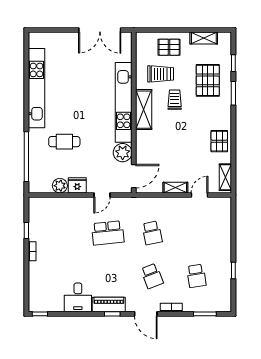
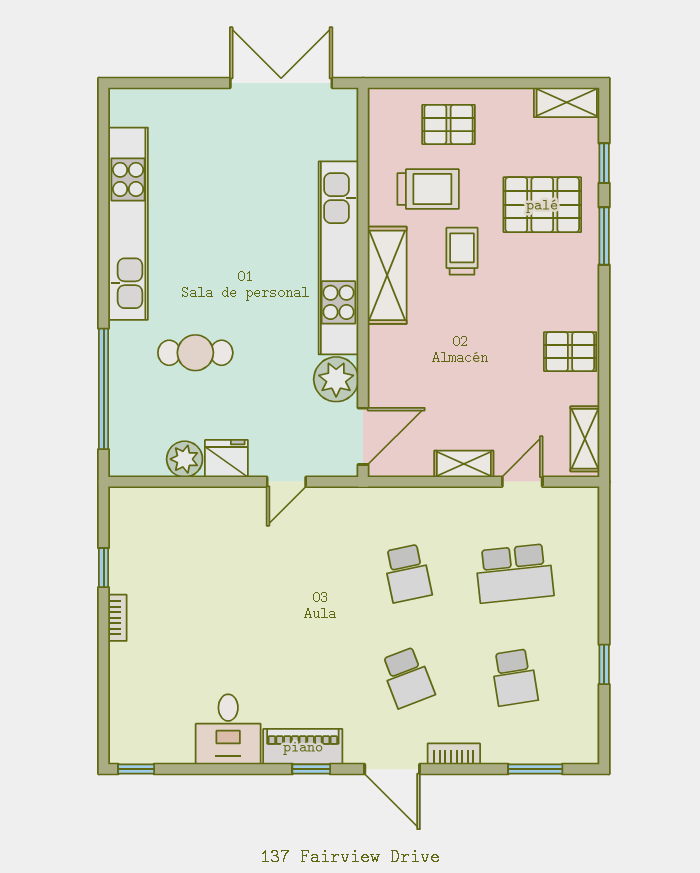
double door: (100, 30) -> (281, 83), swing flipped
shelving: (204, 38) -> (567, 102), moved
pallet: (208, 80) -> (542, 205), turned 90
pallet: (219, 141) -> (570, 352), turned 90
school desk: (108, 233) -> (514, 573), moved

